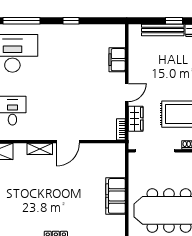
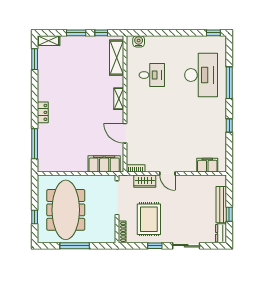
filing cabinet: (117, 60) -> (207, 165), moved
door: (68, 142) -> (125, 133), moved
filing cabinet: (116, 196) -> (104, 164), moved

